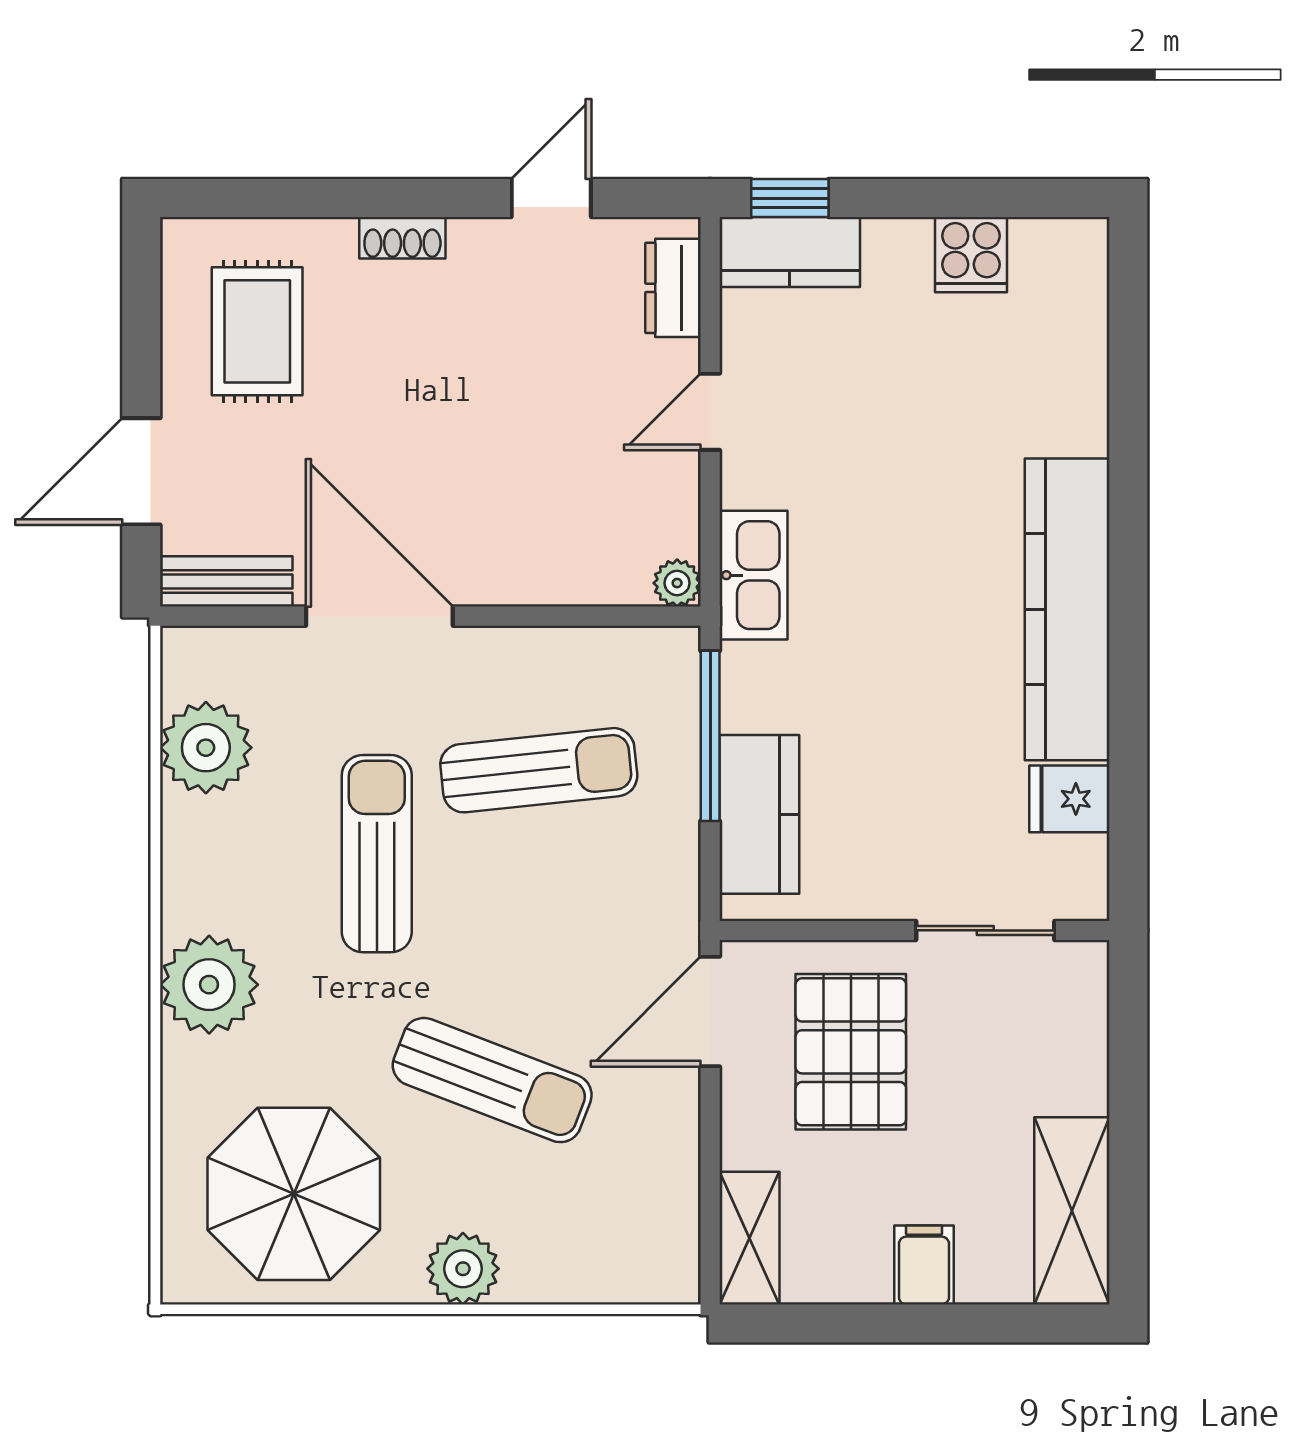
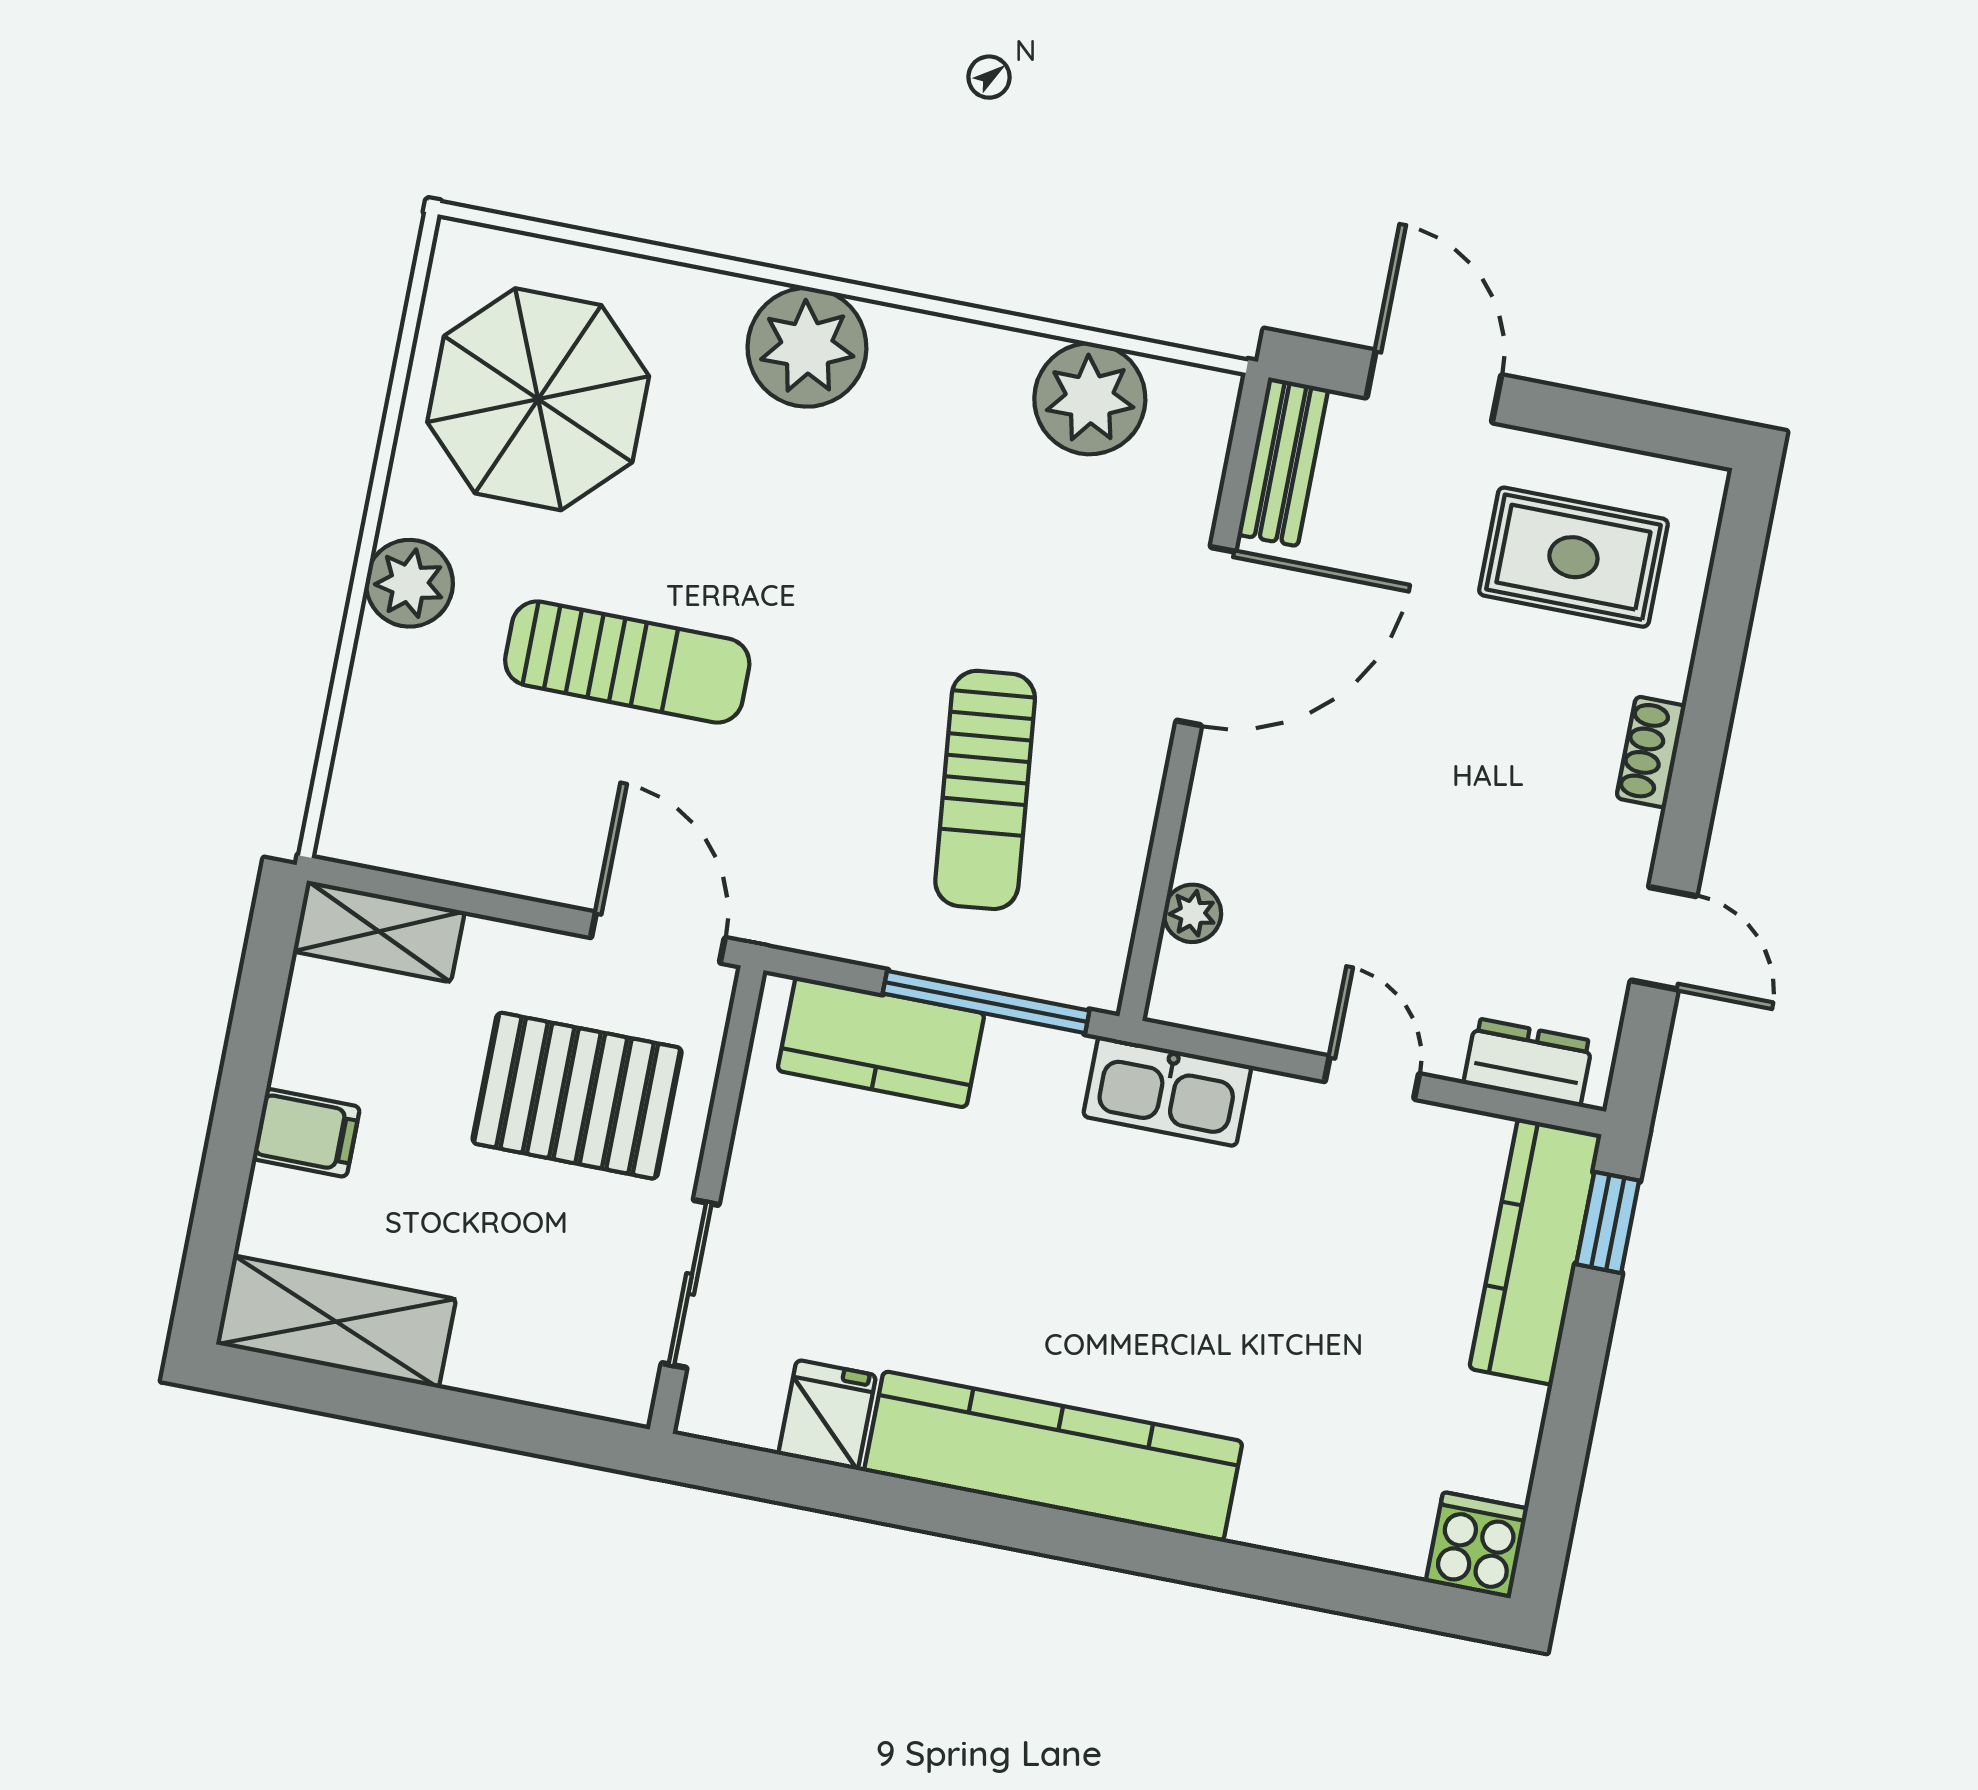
kitchen counter: (790, 252) -> (1535, 1252), width x1.50
cooker: (971, 255) -> (1477, 1545), moved, turned 90
plant: (677, 583) -> (1192, 913), moved
sun lounger: (377, 854) -> (924, 578), removed
sun lounger: (492, 1080) -> (627, 662), turned -111

